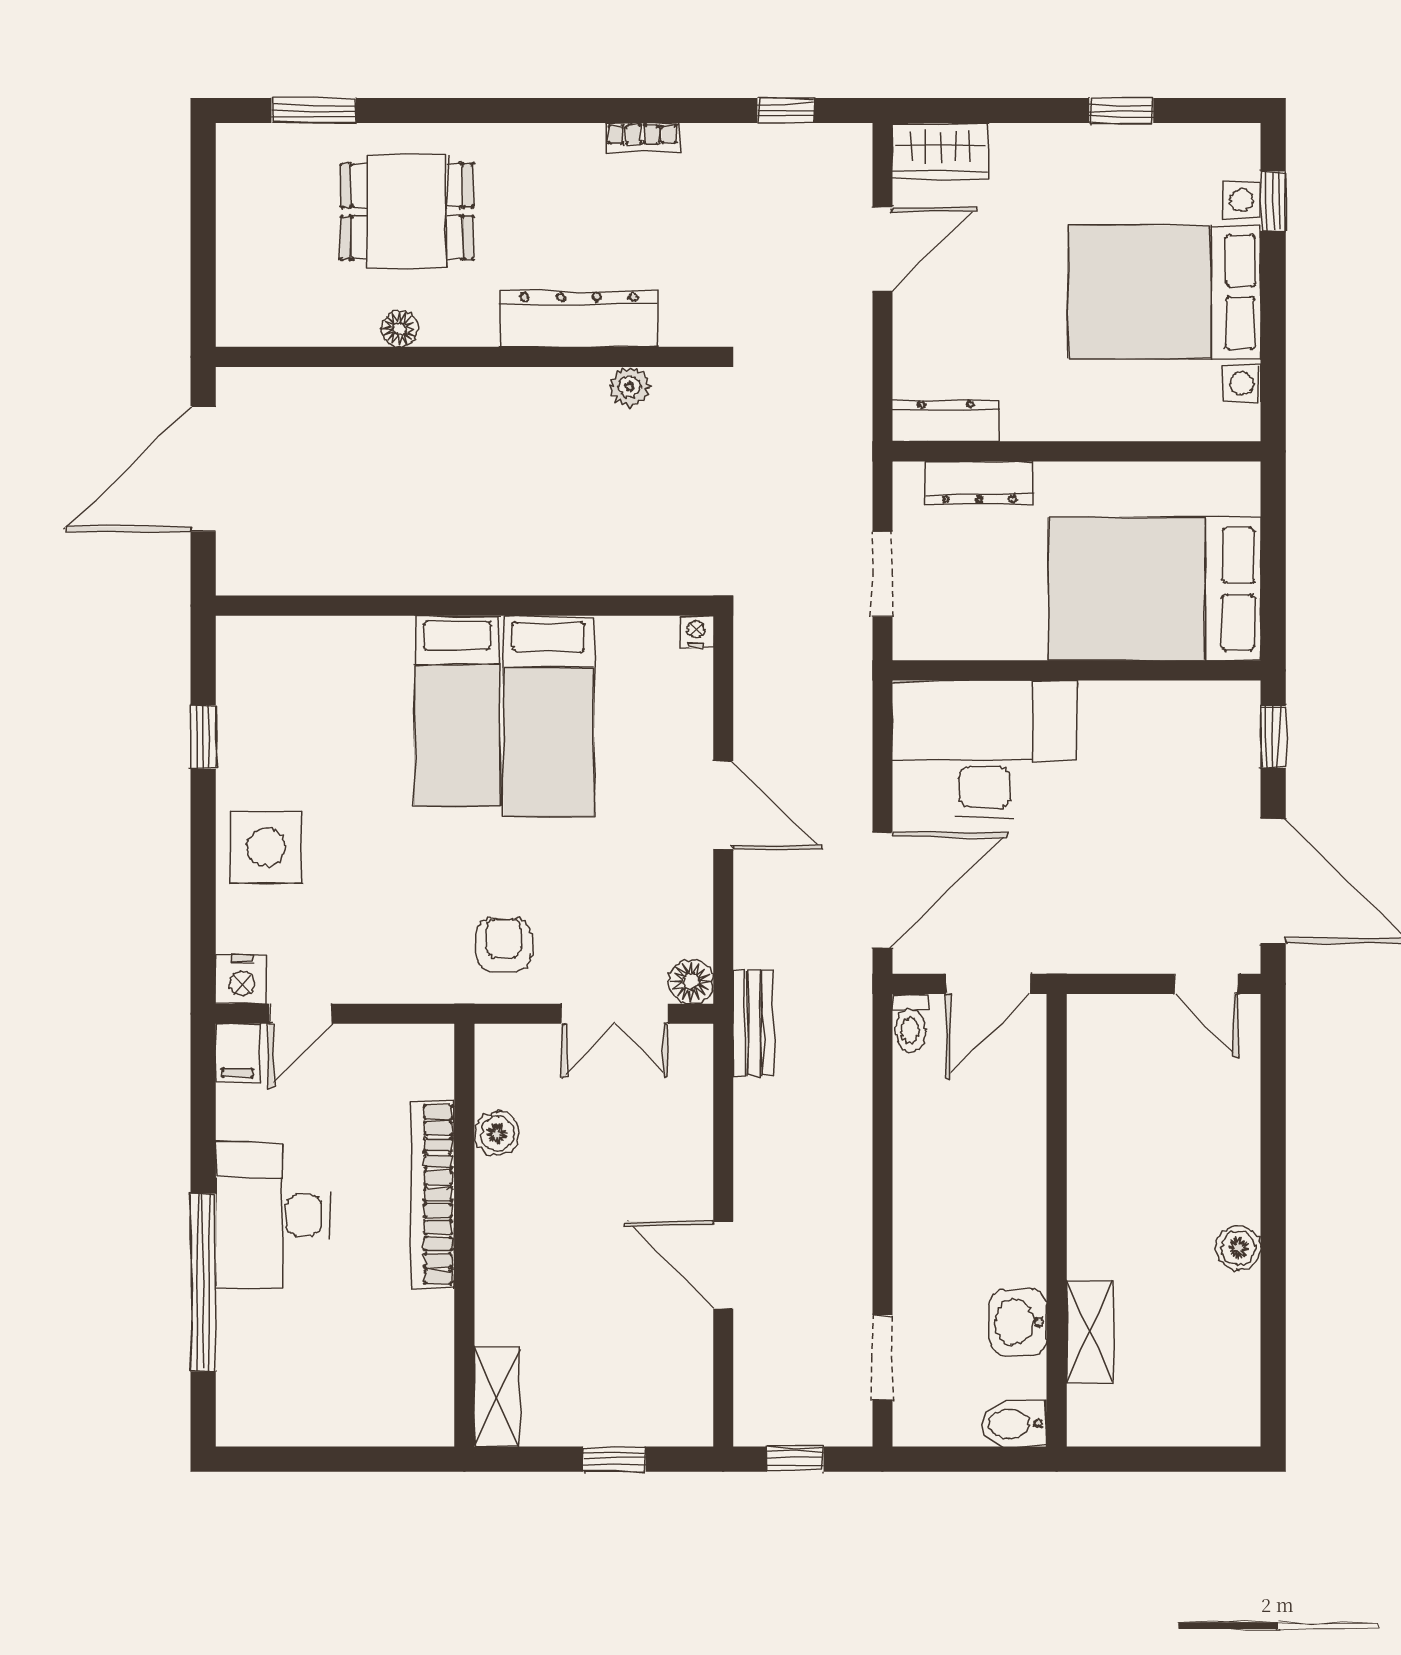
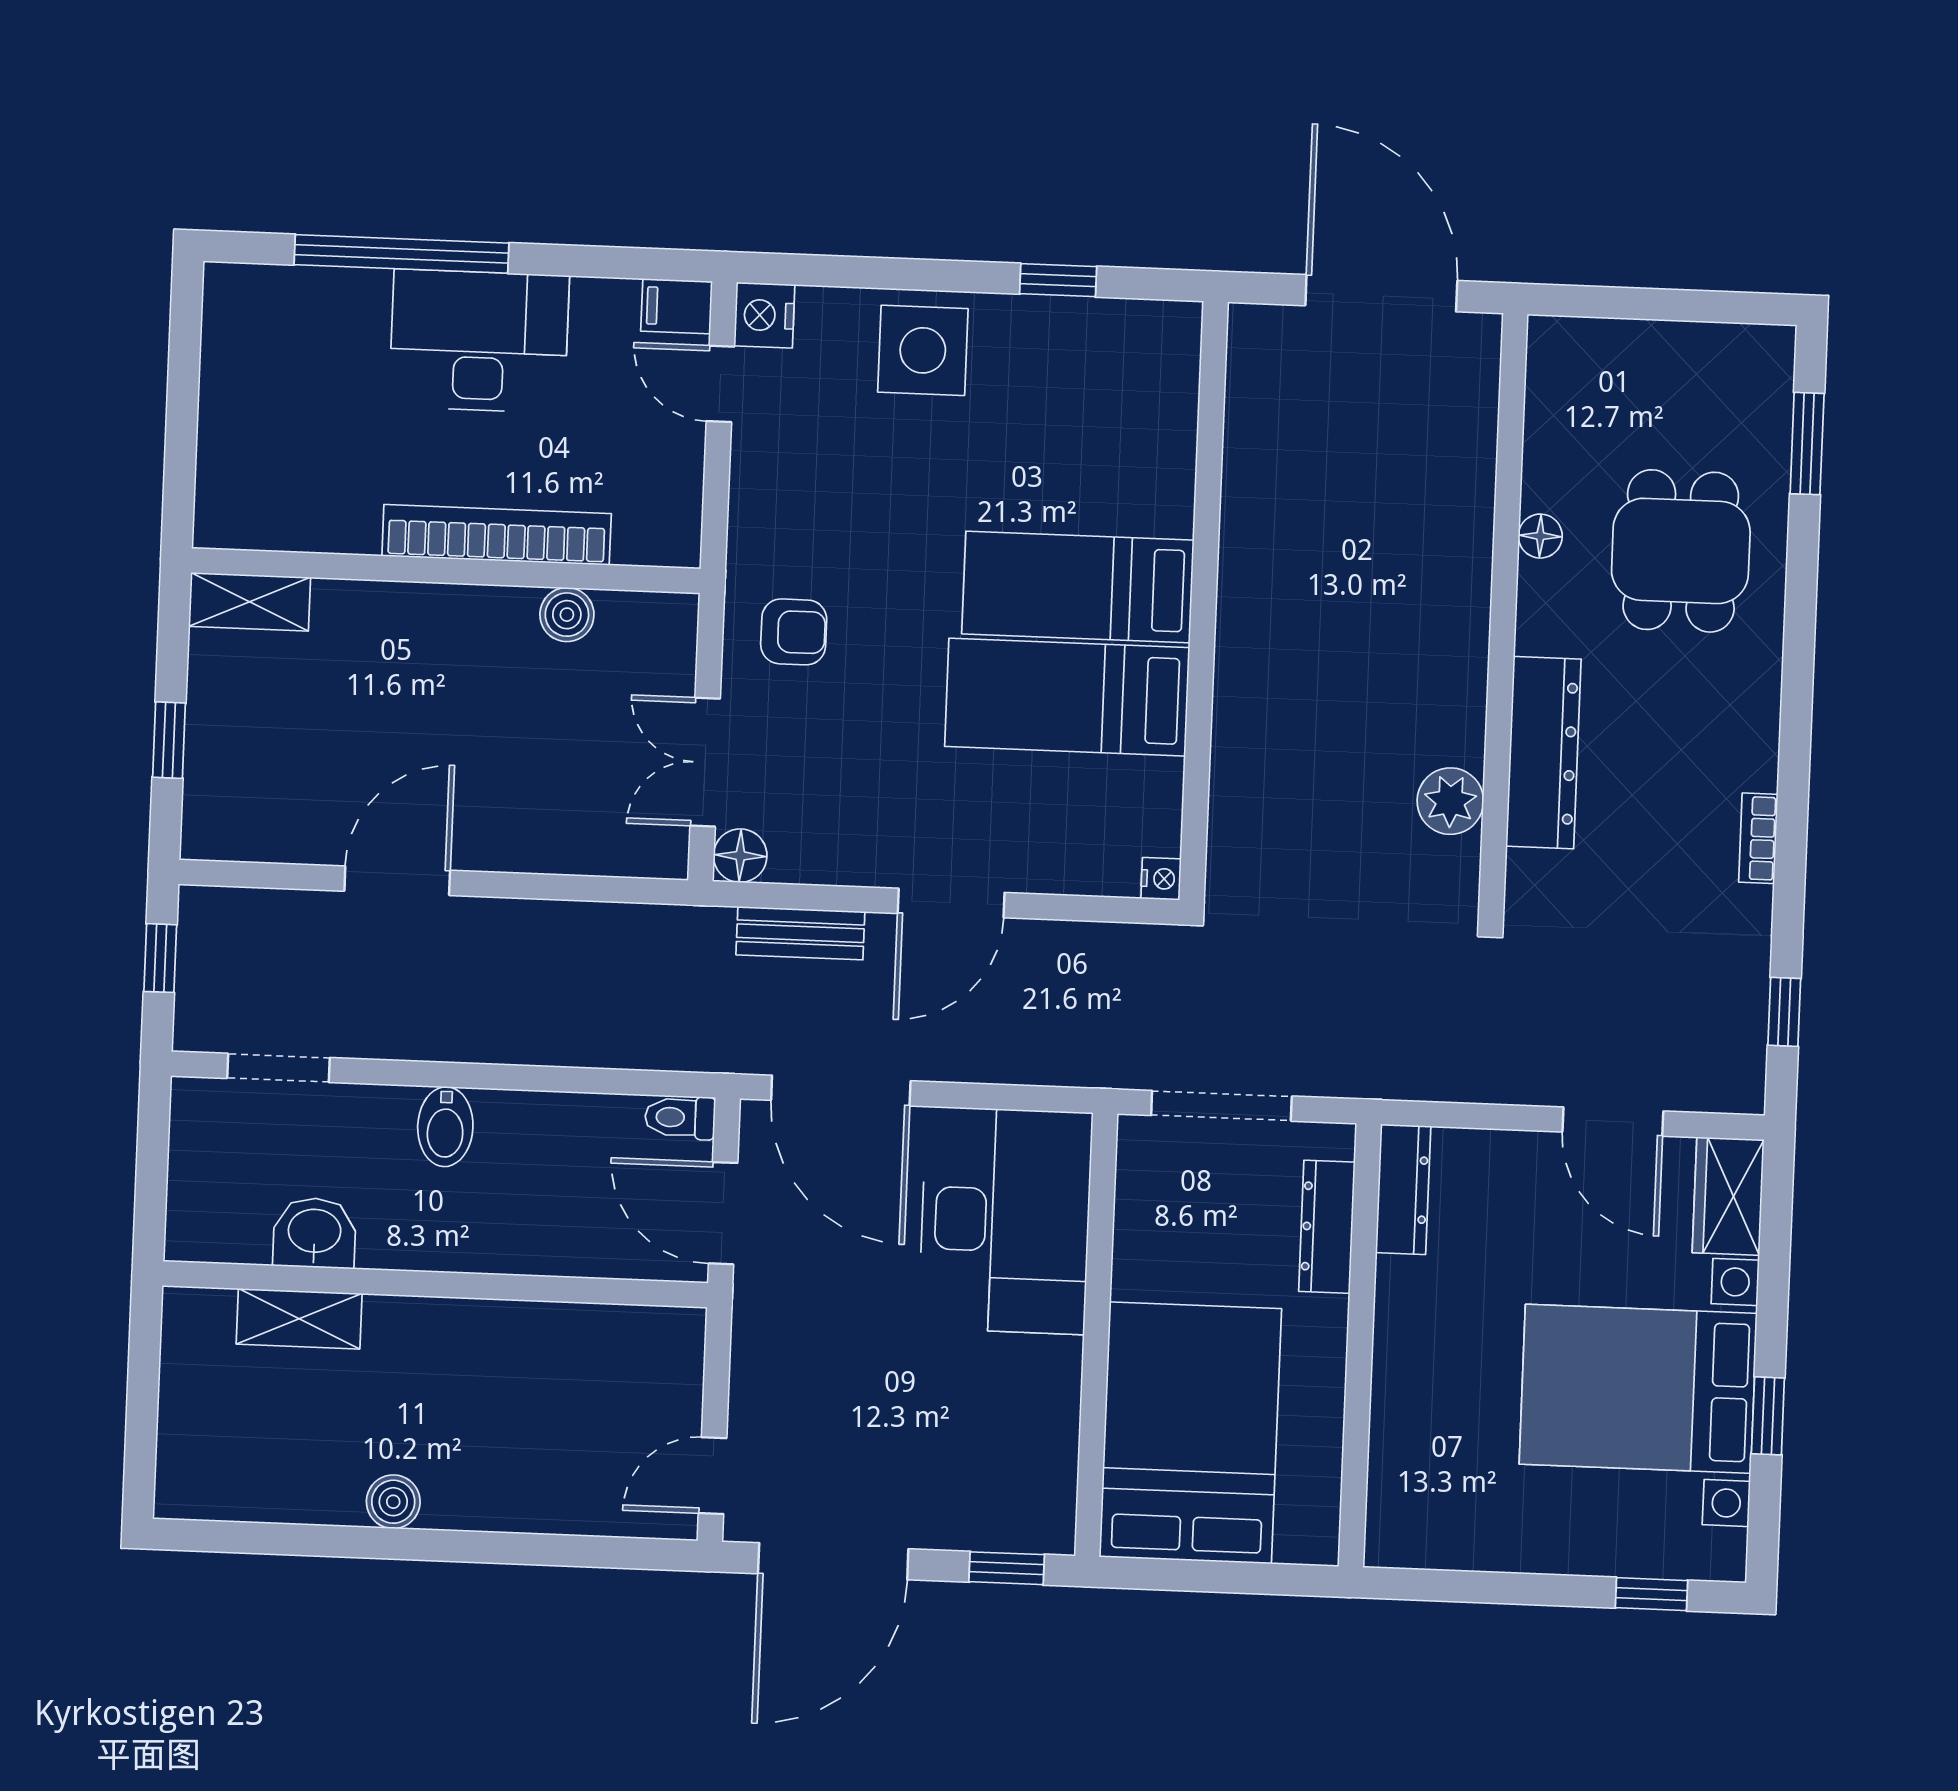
bed with nightstands: (1164, 292) -> (1638, 1389), moved, turned -90
plant: (630, 387) -> (1450, 801), width x1.38, depth x1.38
doorway: (882, 574) -> (1221, 1106), width x1.38
bench: (753, 1023) -> (800, 933), moved
bidet: (1014, 1424) -> (445, 1127), moved, turned 180

